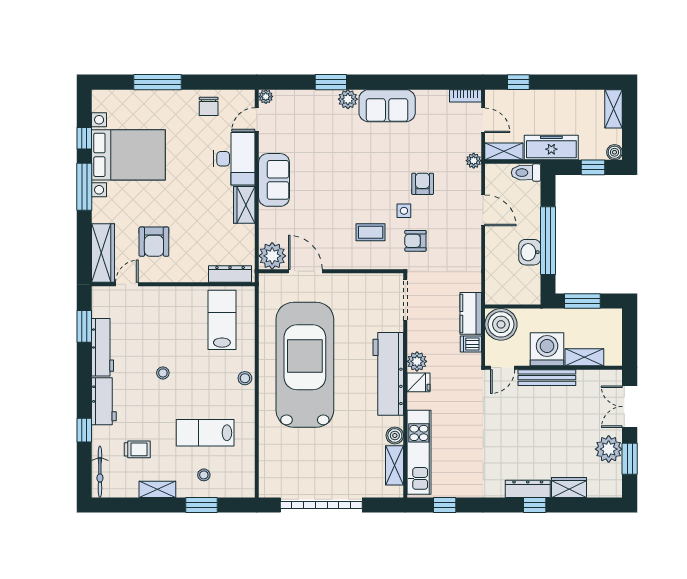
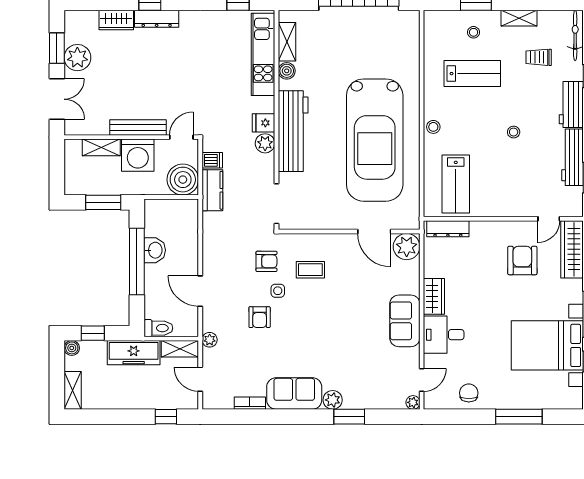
bookcase: (465, 96) -> (250, 403), moved
desk: (234, 159) -> (444, 335), width x0.73

